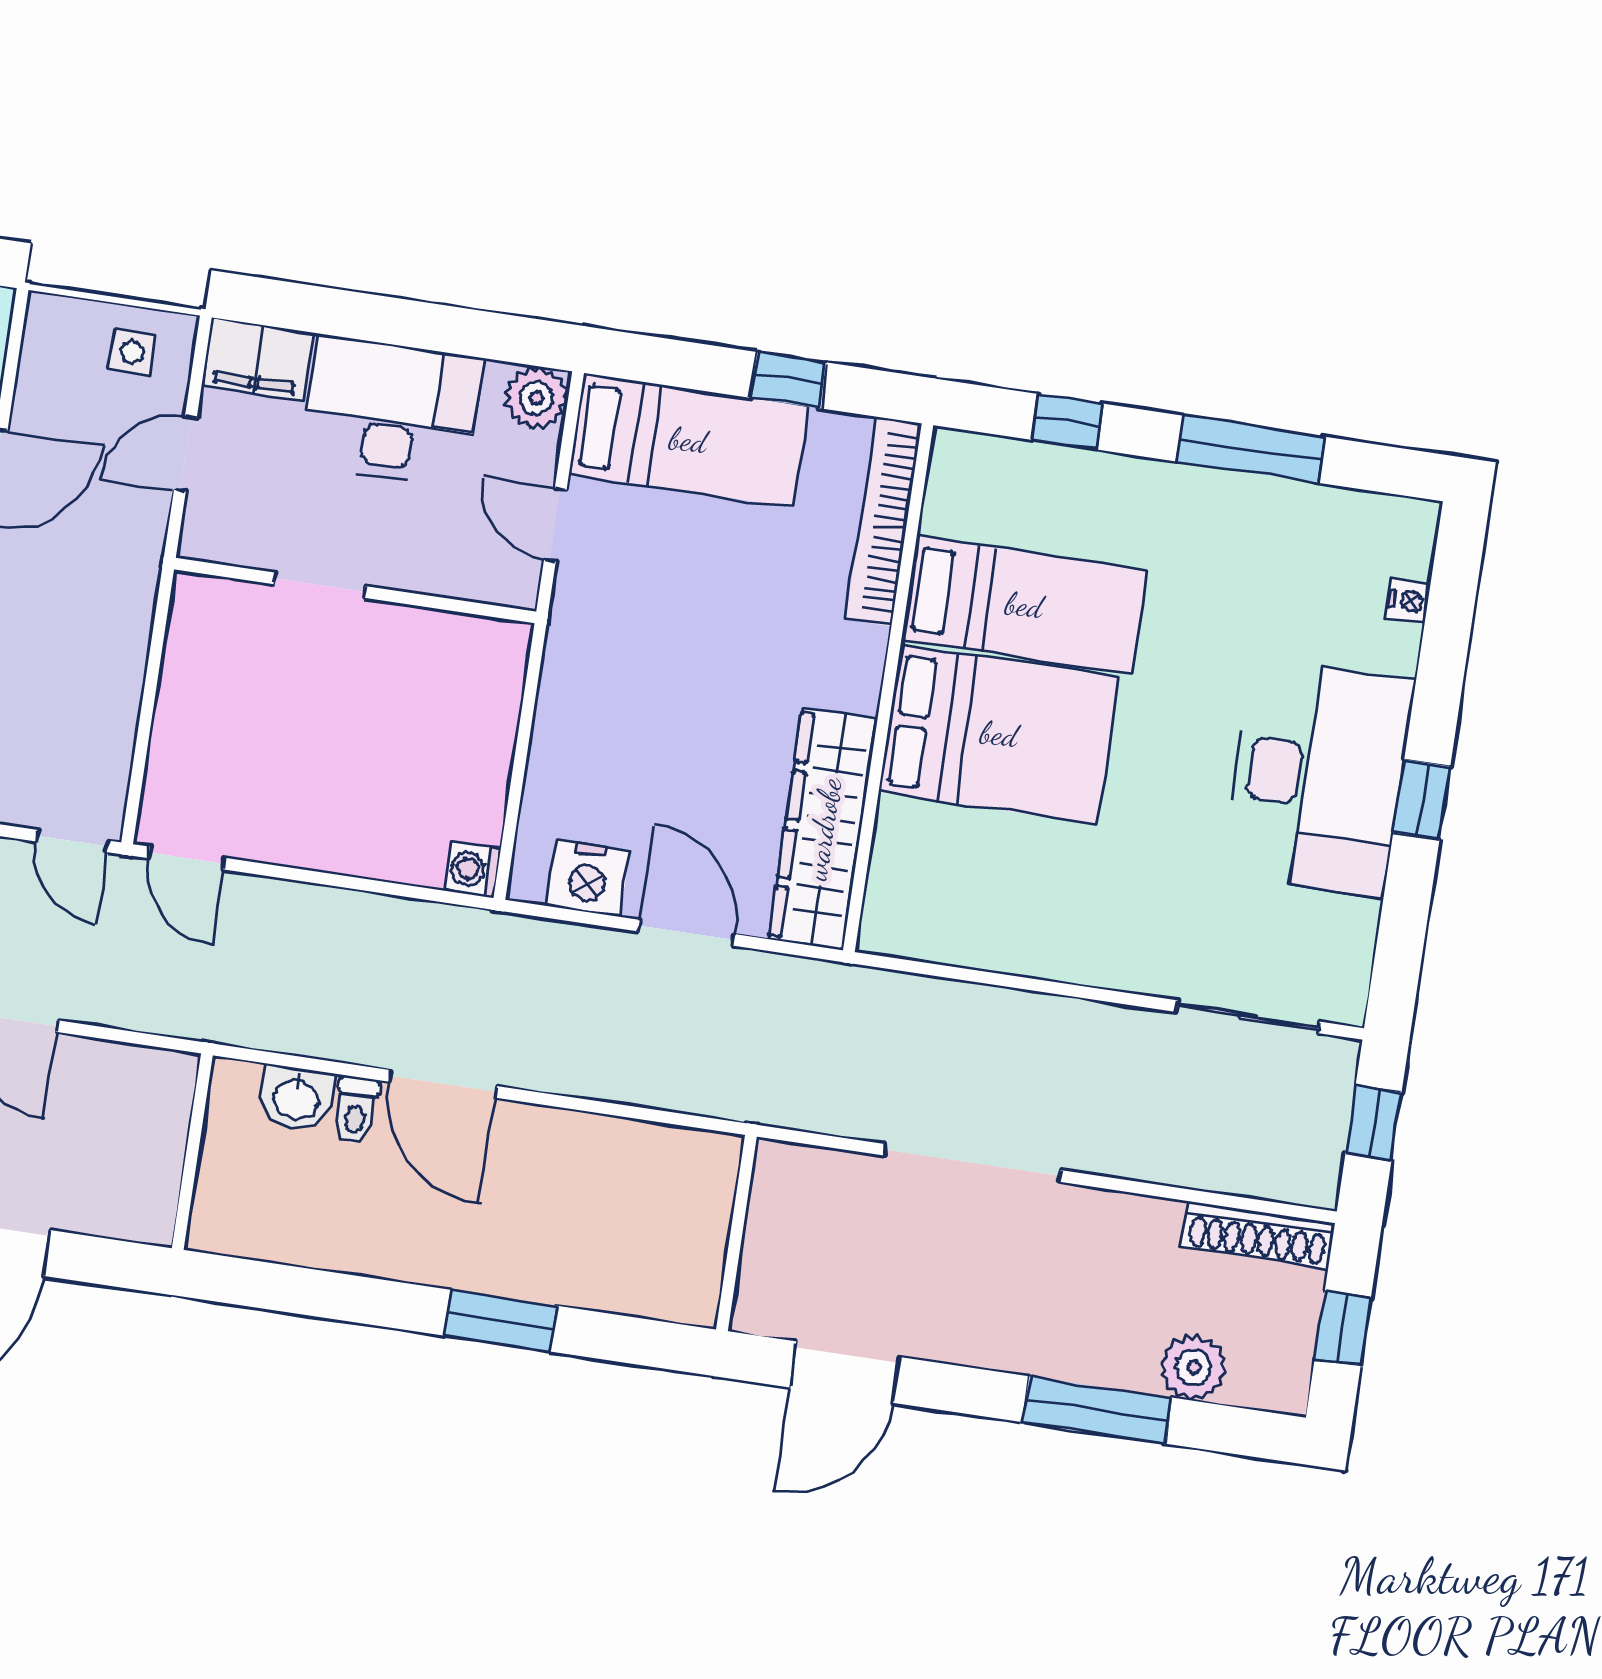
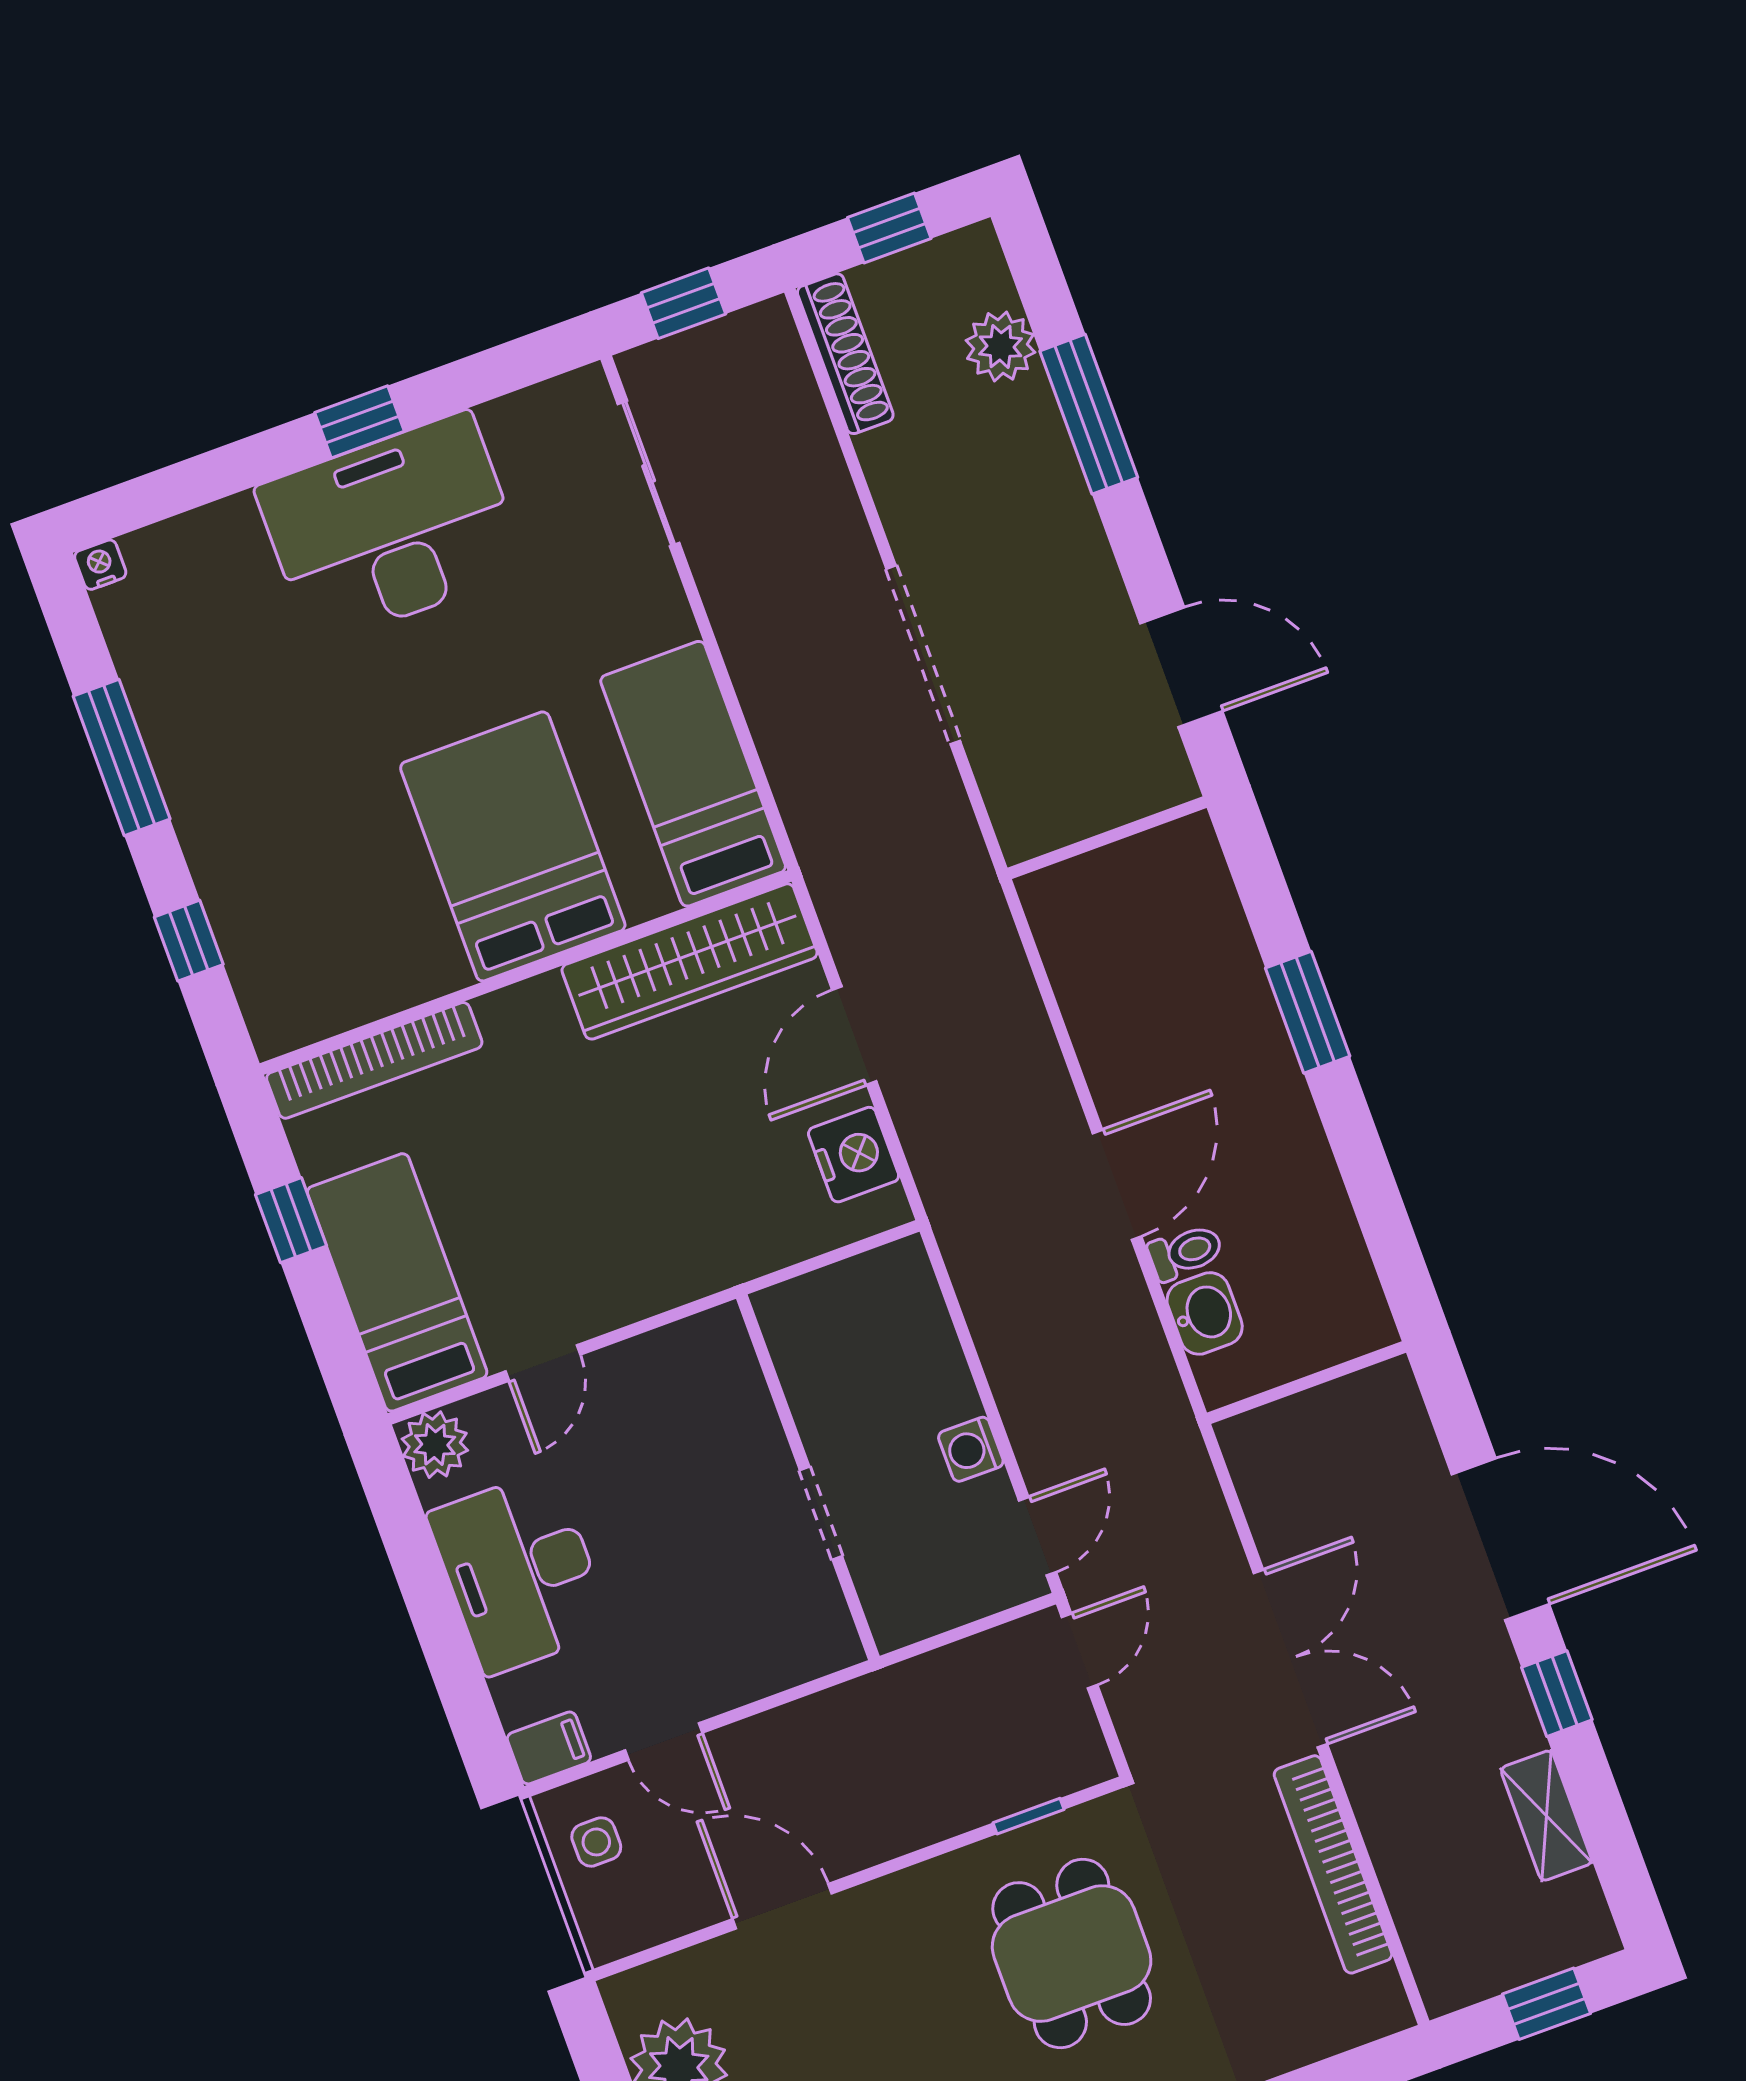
filing cabinet: (258, 359) -> (549, 1748), width x0.50
doorway: (319, 585) -> (821, 1513), moved
wall: (355, 591) -> (808, 1477), moved
nightstand: (1408, 601) -> (100, 565), moved
bed: (1024, 605) -> (693, 774), moved
washing machine: (472, 869) -> (971, 1449), moved, turned 90

